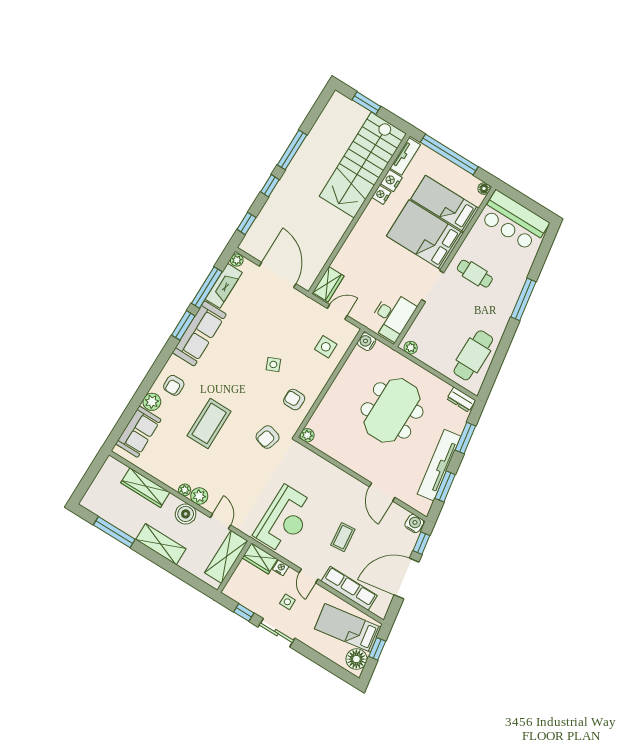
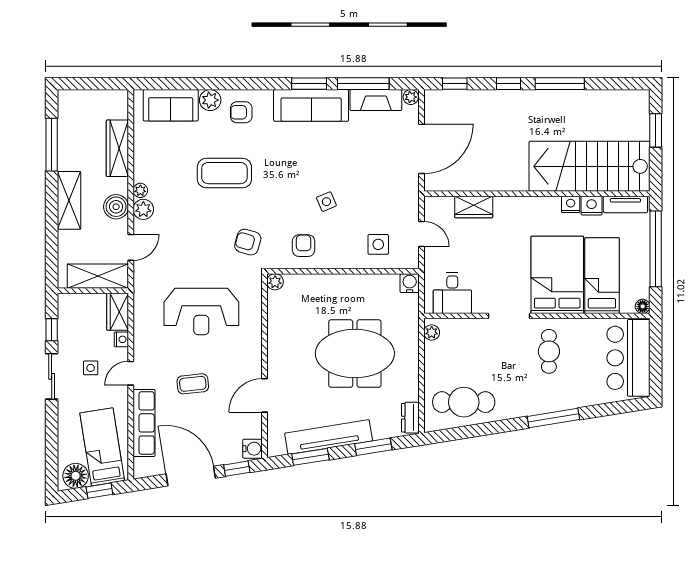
wardrobe: (328, 284) -> (474, 207), moved
desk: (392, 316) -> (452, 293), width x0.73
reception desk: (285, 520) -> (201, 311), moved

